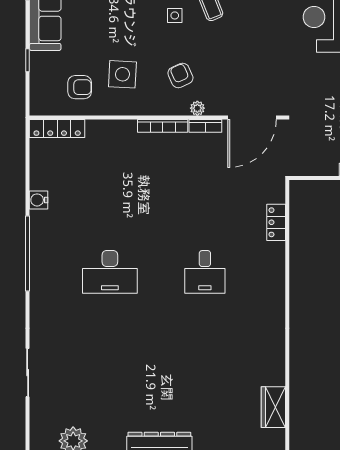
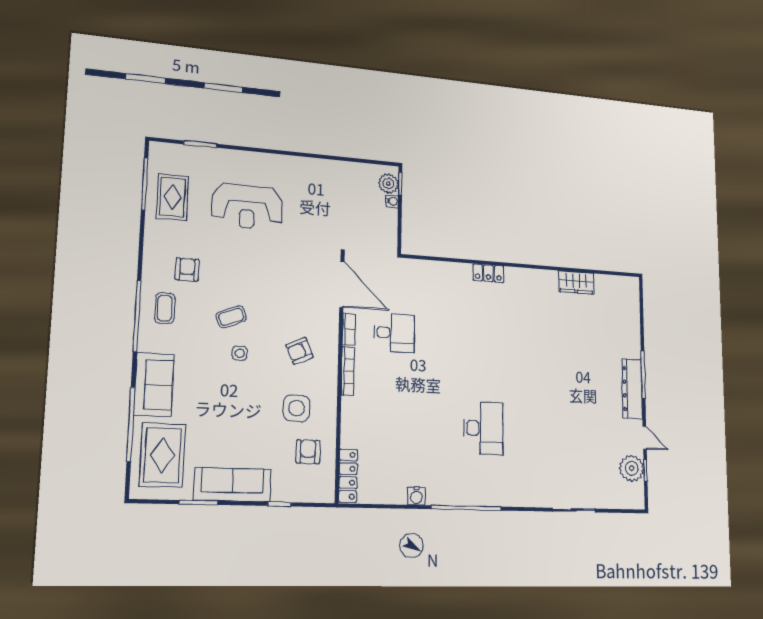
plant: (197, 108) -> (332, 336), removed
locker: (276, 222) -> (488, 273), moved
desk: (205, 272) -> (394, 333), moved
wardrobe: (273, 407) -> (576, 282), moved

